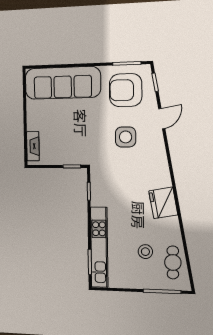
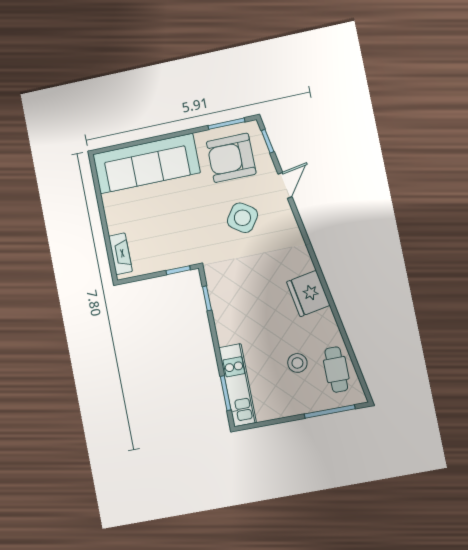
side table: (126, 137) -> (242, 218), turned 34
kitchen unit: (99, 247) -> (238, 385), width x0.73

